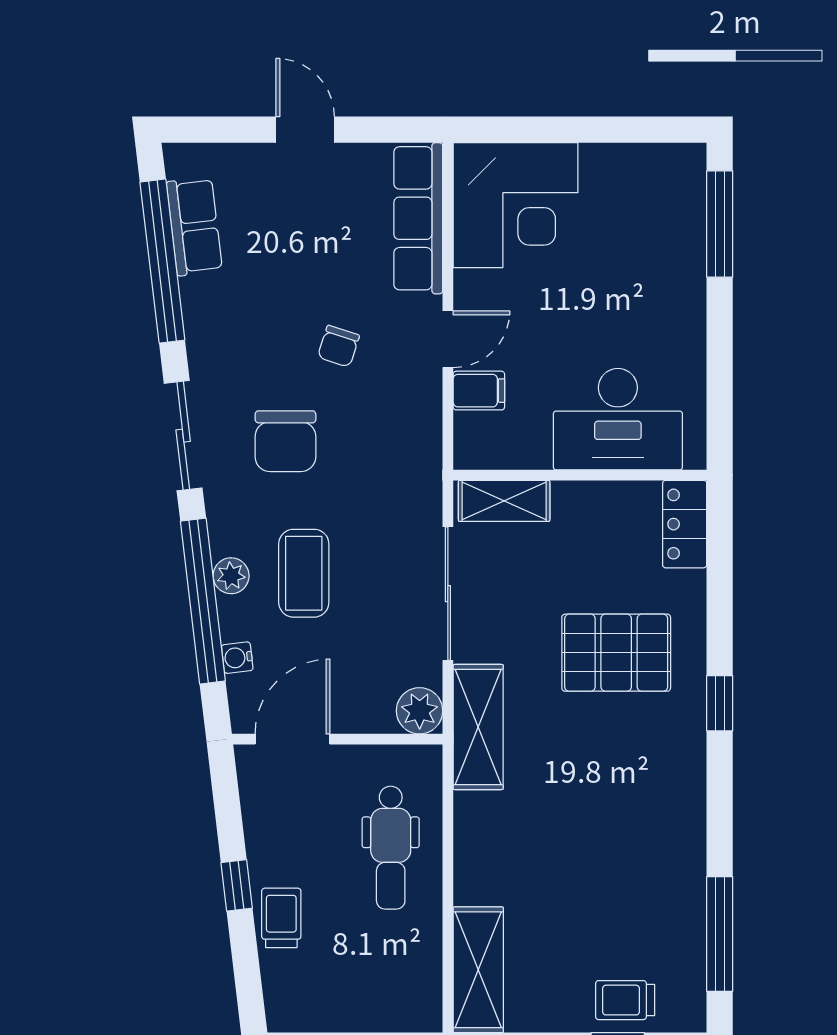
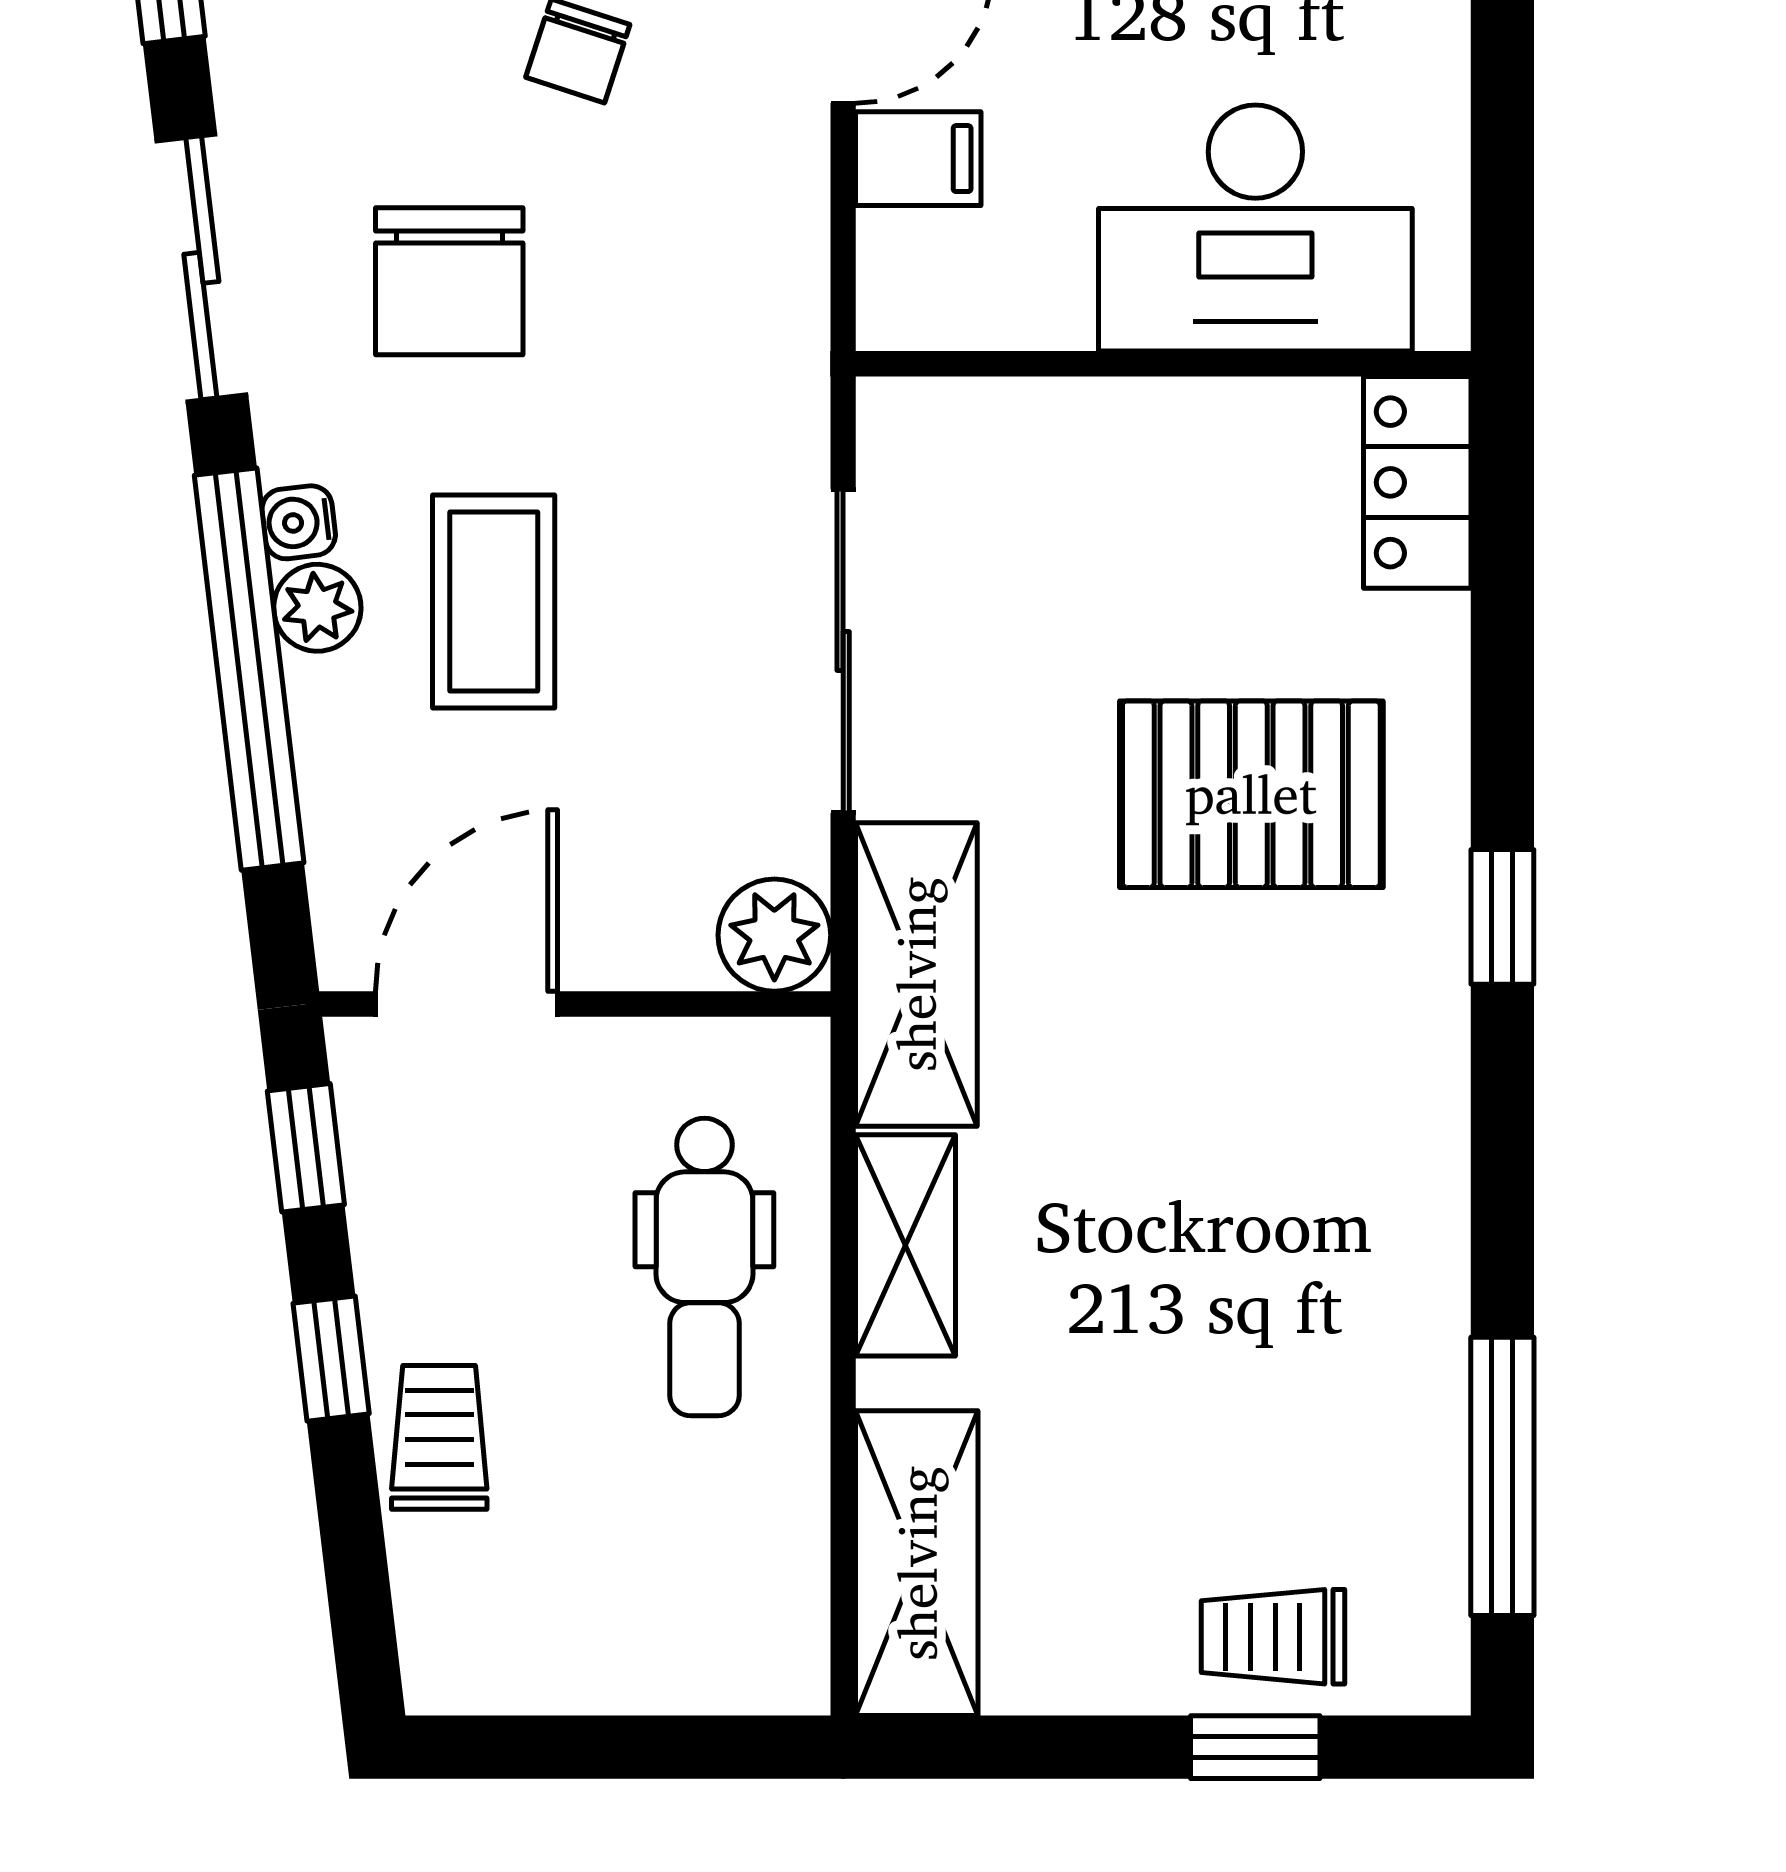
shelving: (504, 501) -> (906, 1245), moved, turned 90
water cooler: (237, 658) -> (299, 522), moved
window: (226, 798) -> (306, 1148), added

